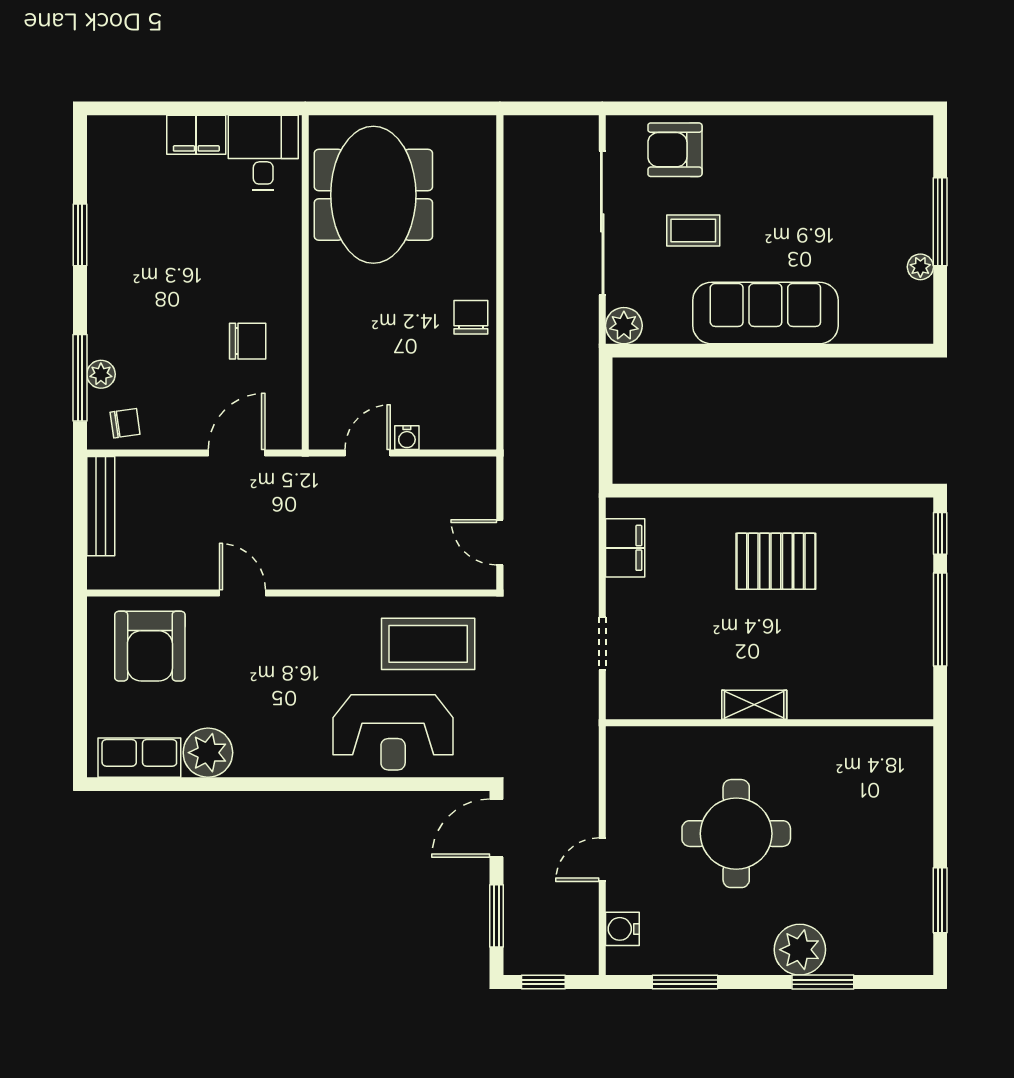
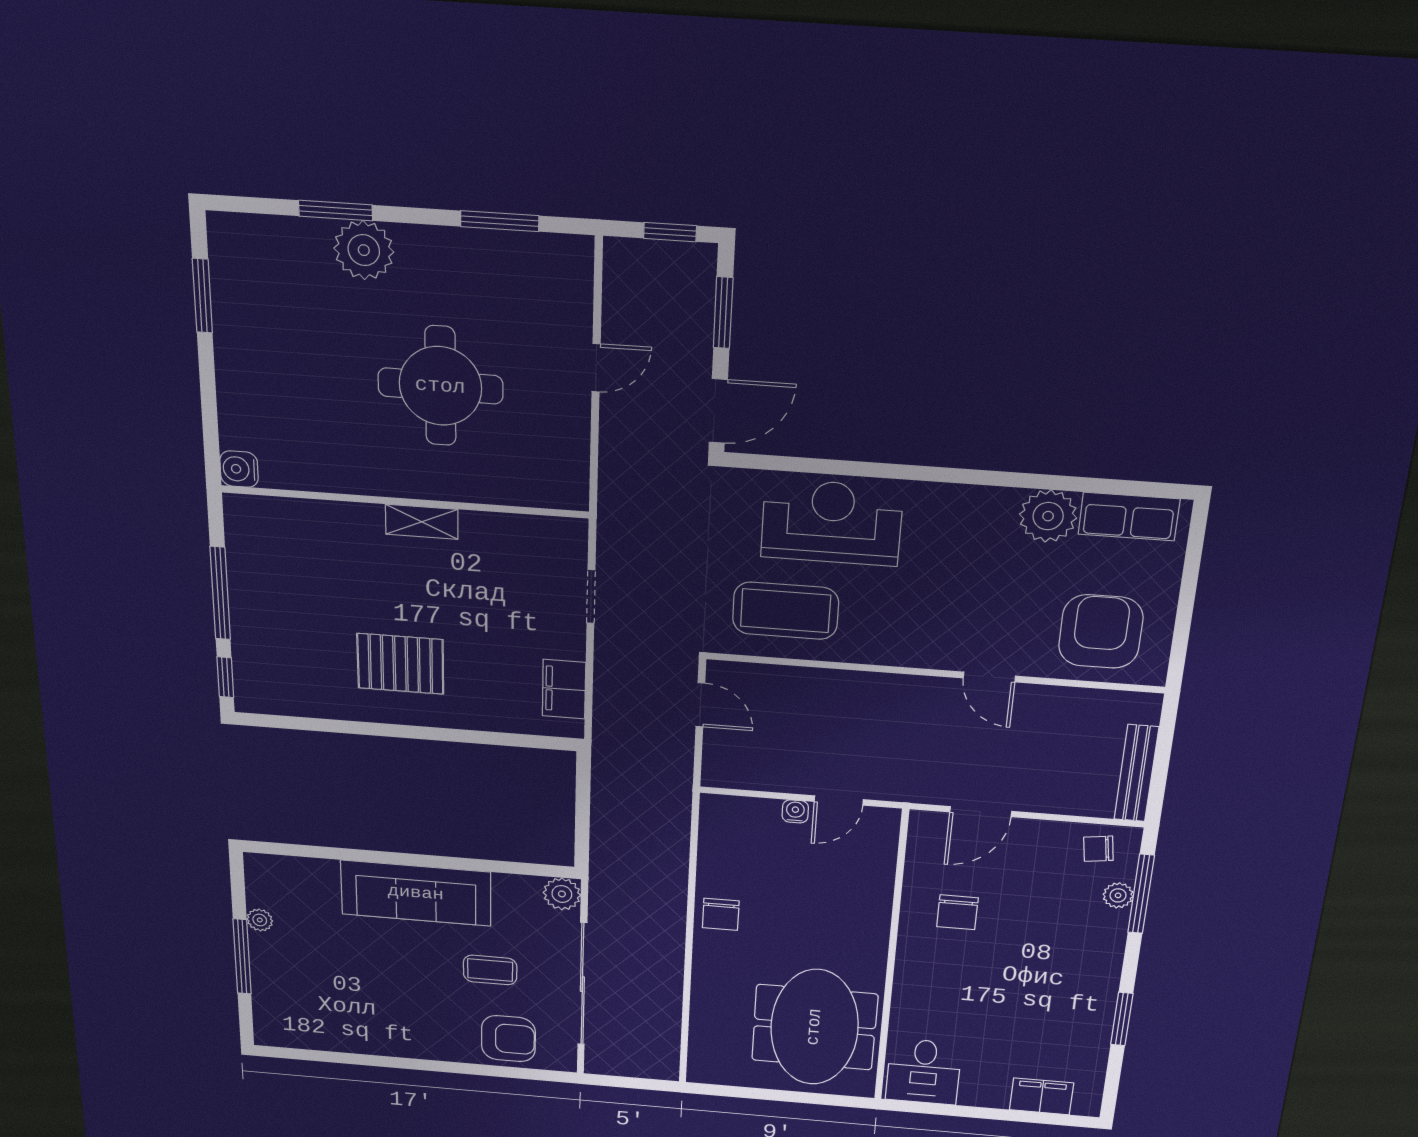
filing cabinet: (196, 135) -> (1041, 1096), moved
chair: (248, 341) -> (957, 912), turned -90
water cooler: (622, 929) -> (239, 469), moved, turned 180

